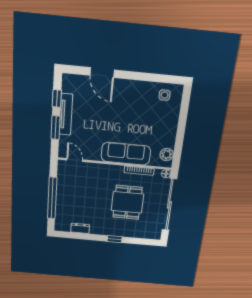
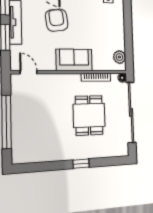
armchair: (106, 115) -> (57, 20), added
sofa: (126, 154) -> (74, 60), width x0.73
dresser: (80, 228) -> (41, 156), removed

